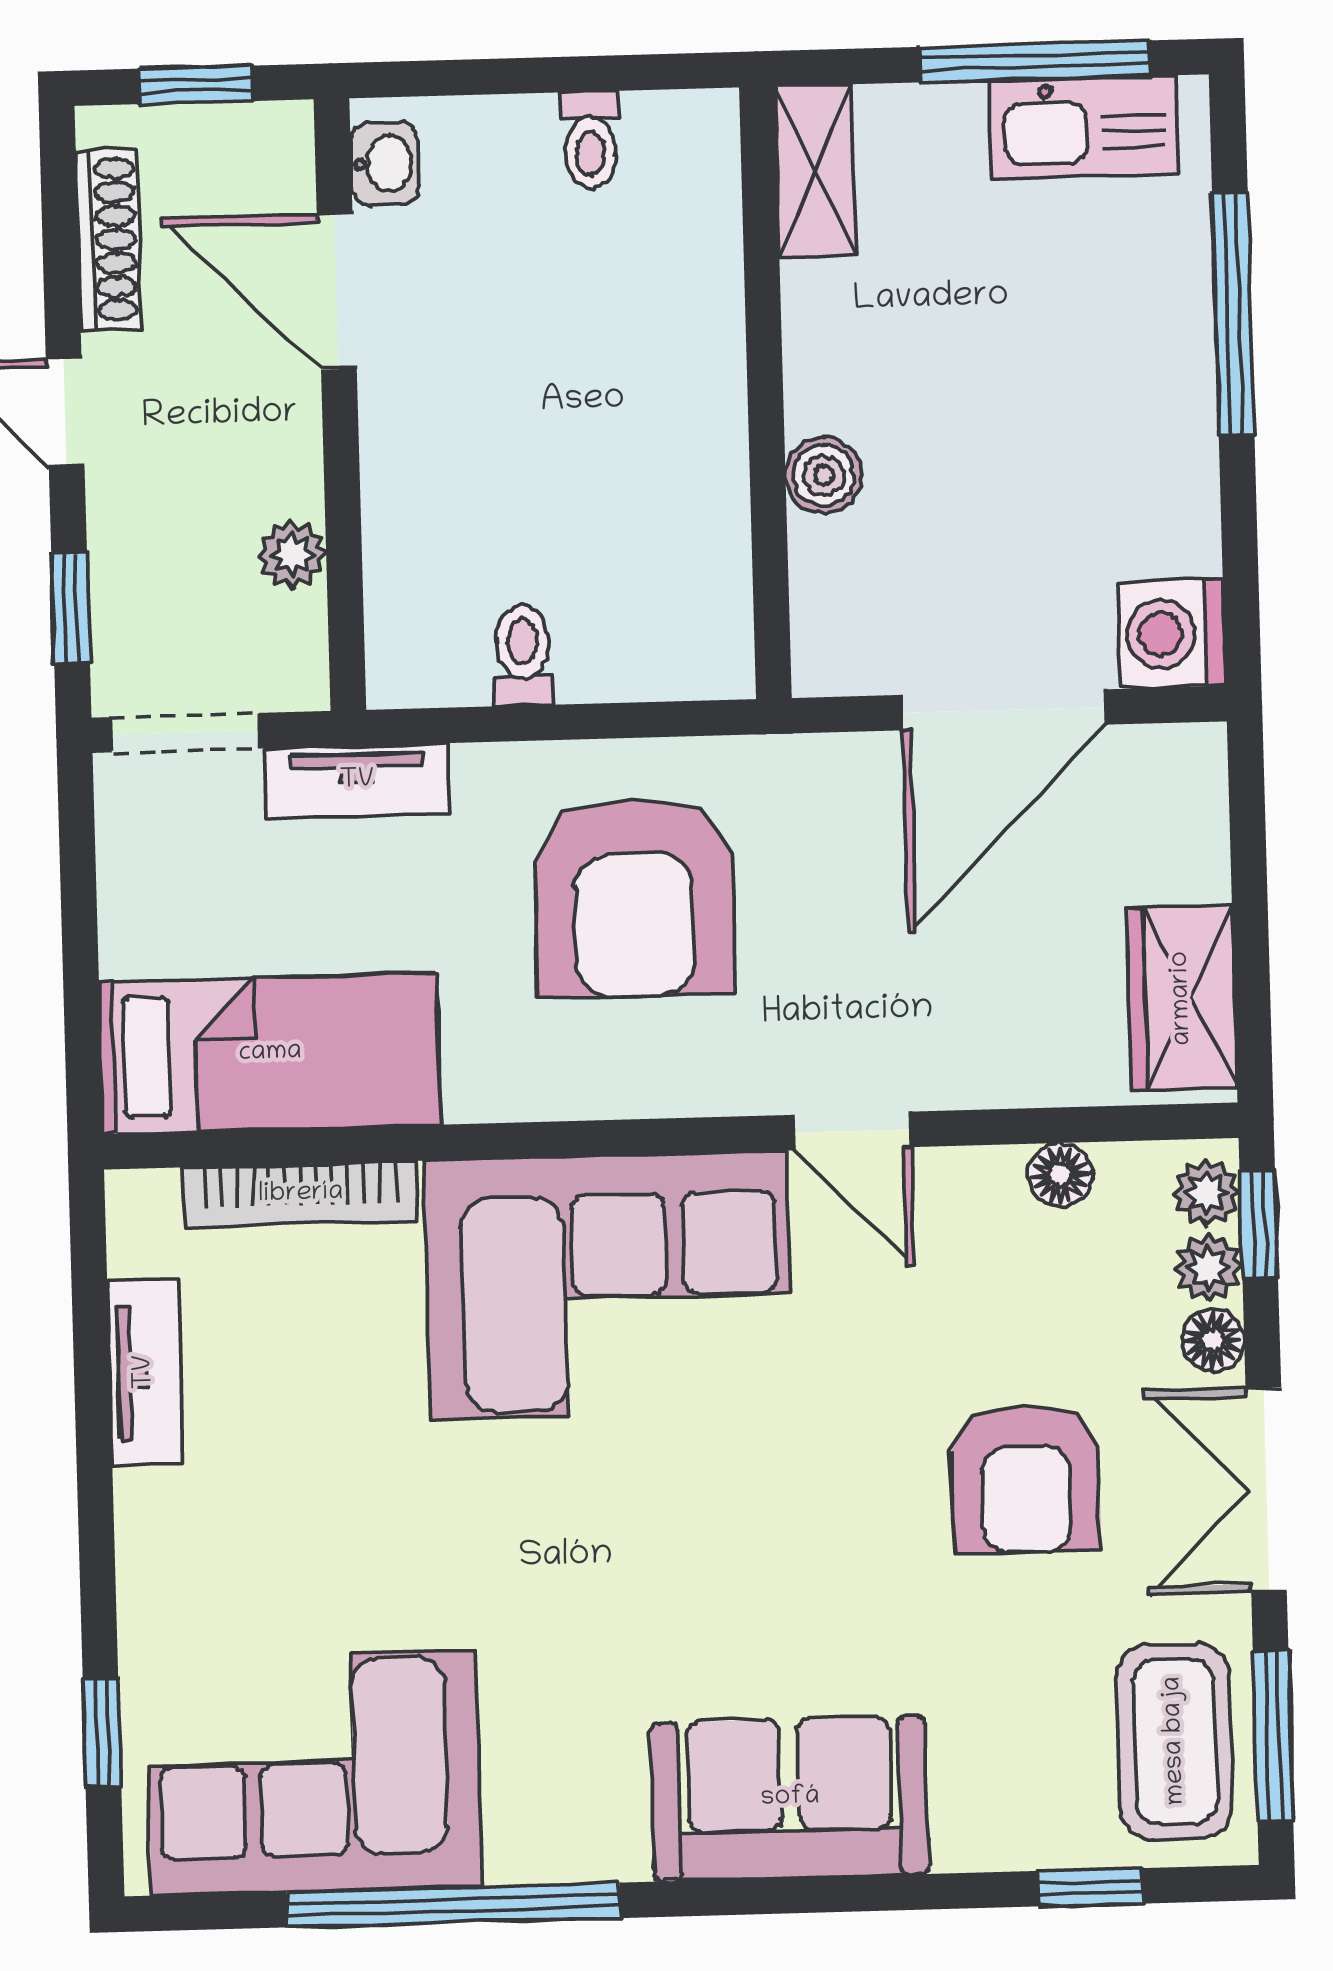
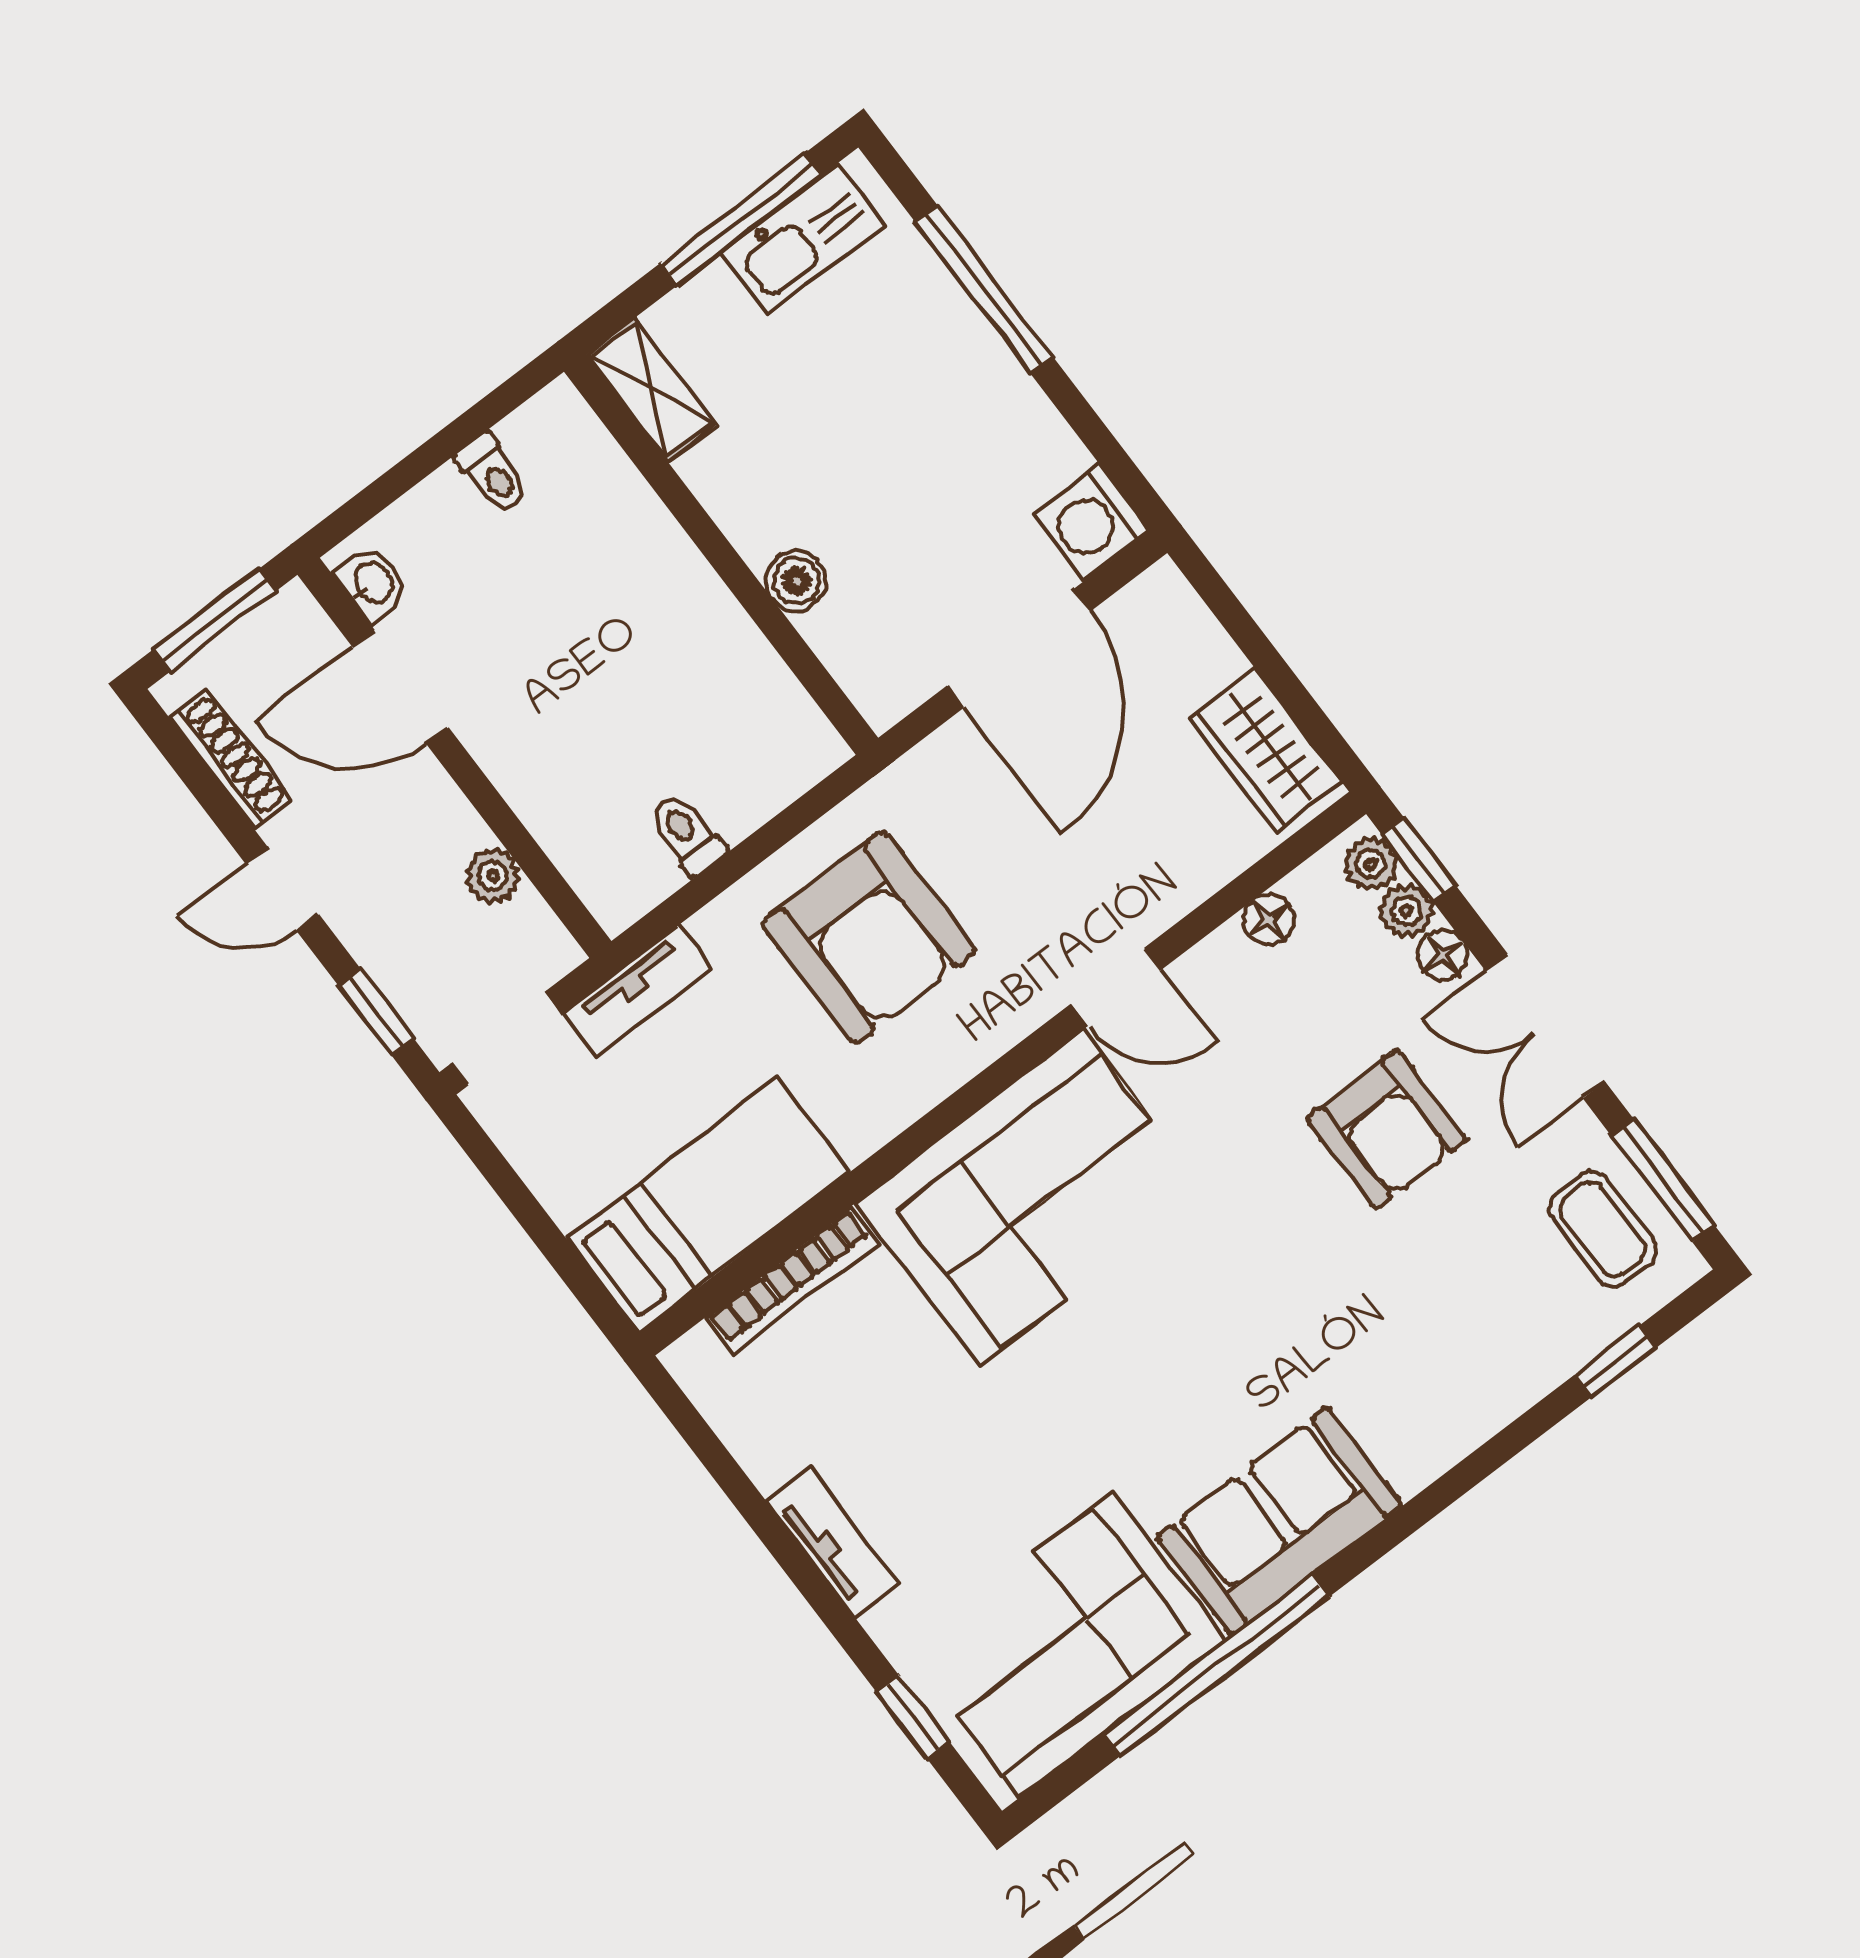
window: (195, 85) -> (215, 620), width x1.50
tv unit: (145, 1372) -> (833, 1542), moved
coffee table: (1175, 1741) -> (1603, 1229), width x0.73, depth x0.77
sofa: (790, 1798) -> (1279, 1521), moved

